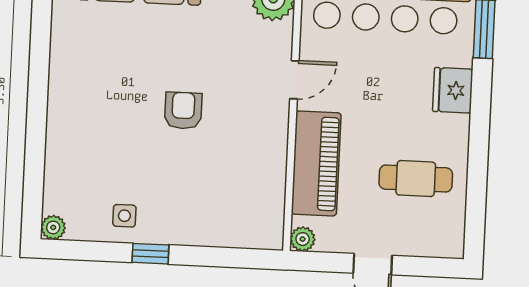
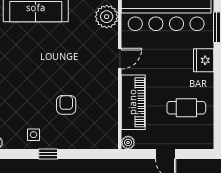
armchair: (183, 111) -> (66, 105), moved

